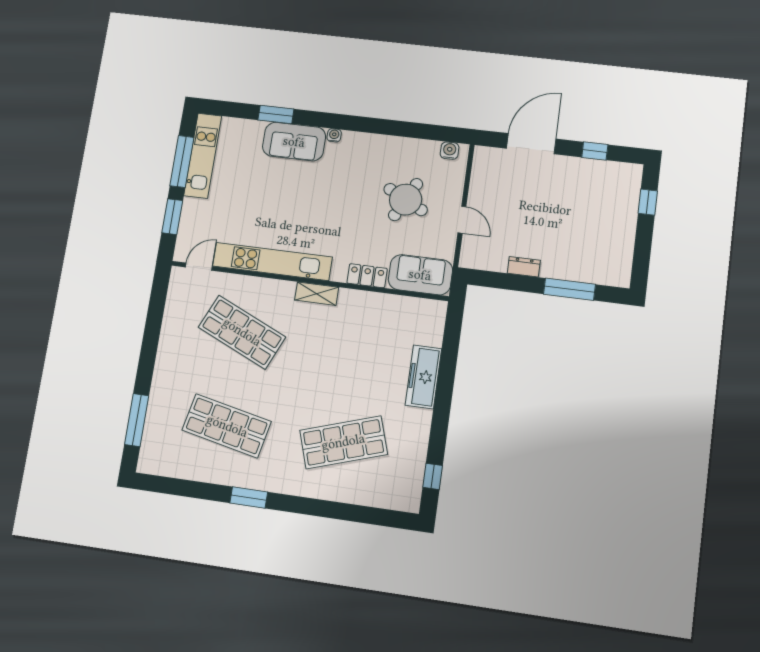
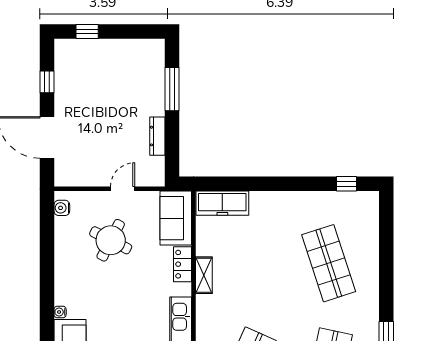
dresser: (524, 267) -> (157, 136), width x1.44
shelving: (317, 294) -> (204, 275), moved
freezer: (424, 377) -> (222, 203), moved

